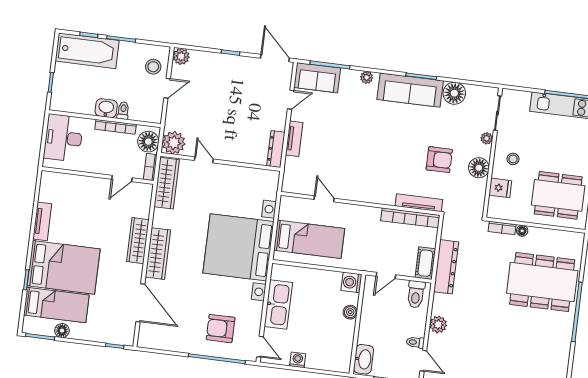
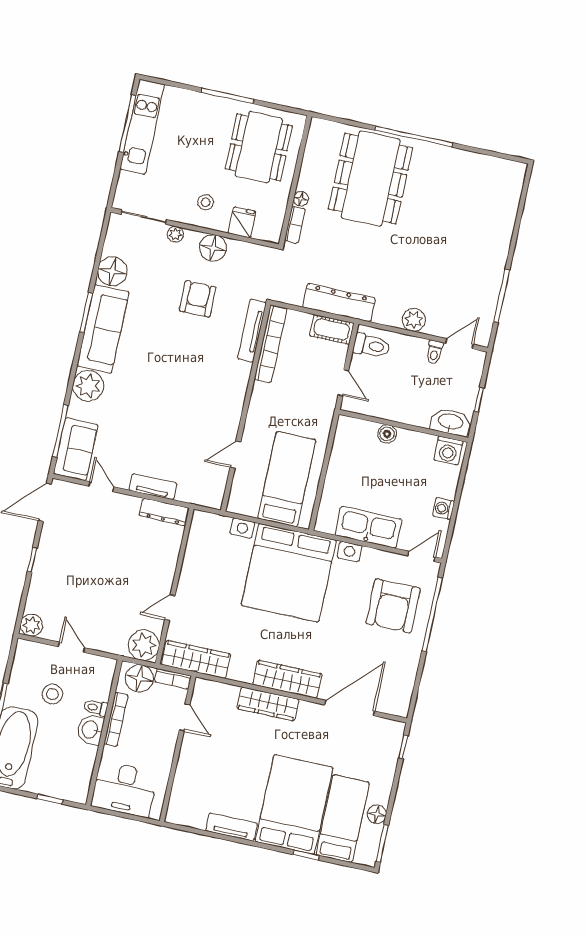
stool: (153, 67) -> (52, 694), moved
plant: (367, 77) -> (88, 386), width x1.88, depth x1.88
washing machine: (351, 282) -> (448, 451), moved
armchair: (221, 329) -> (393, 606), width x1.36, depth x1.36

